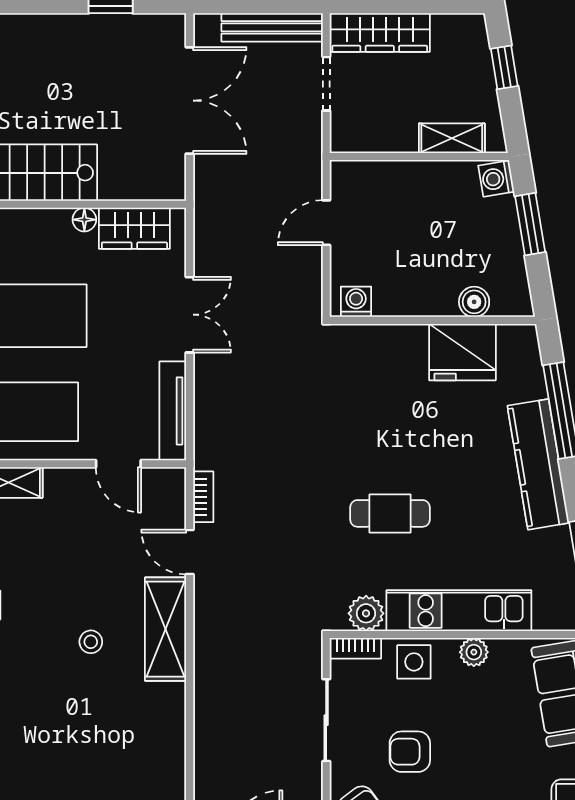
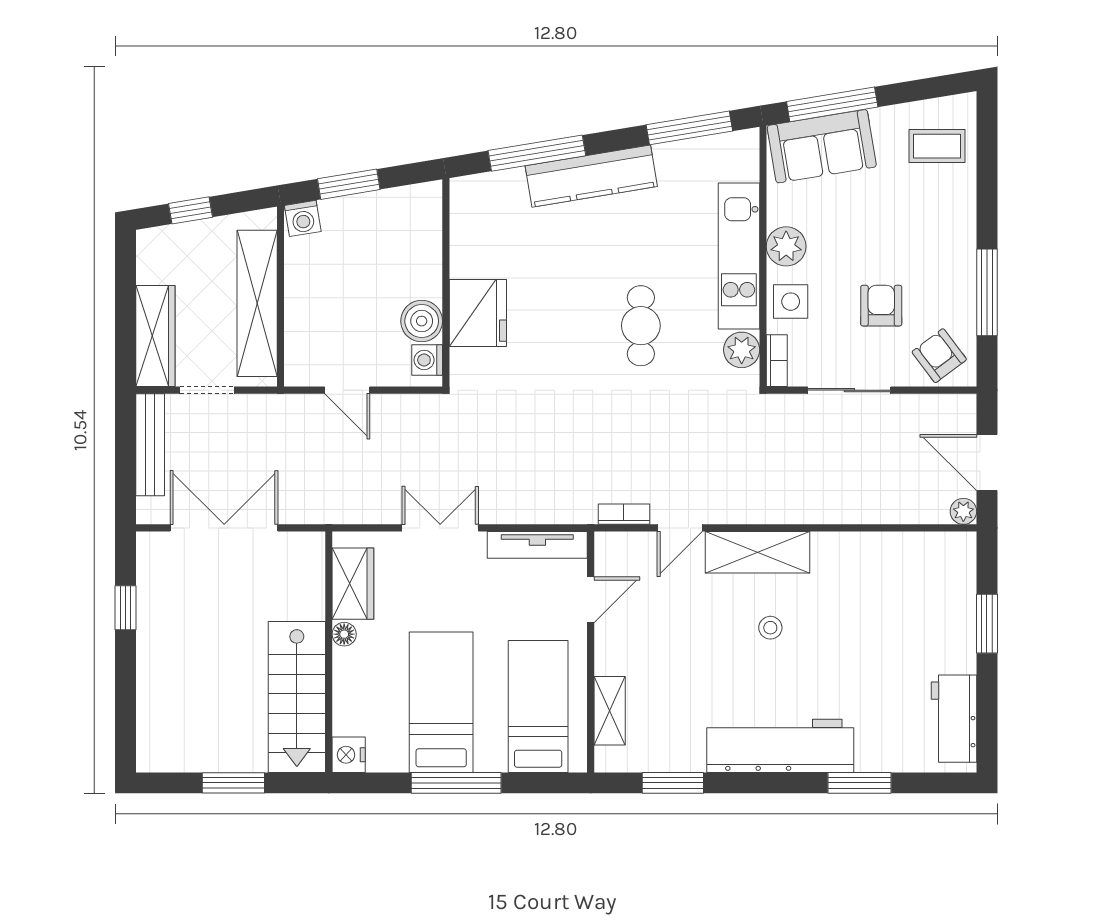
shelving: (452, 138) -> (257, 303), width x2.20, depth x1.33
boiler: (474, 302) -> (422, 321), moved, width x1.36, depth x1.36
fridge: (462, 352) -> (478, 313), moved
plant: (474, 652) -> (786, 246), width x1.38, depth x1.38
armchair: (410, 752) -> (881, 306), turned 180

